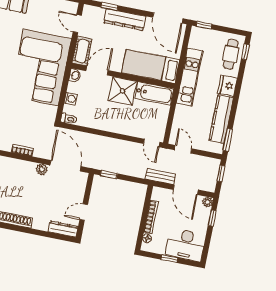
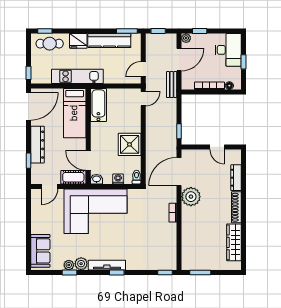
shower: (122, 91) -> (130, 144), moved
plant: (42, 169) -> (191, 197), width x1.87, depth x1.87
dresser: (63, 229) -> (236, 178), moved

